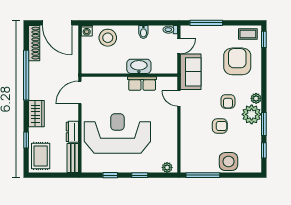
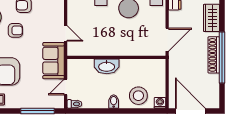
bidet: (143, 32) -> (114, 102), moved
shoe rack: (34, 43) -> (214, 55), moved
row of seats: (142, 84) -> (103, 49), removed
armchair: (228, 101) -> (15, 30), turned 90

